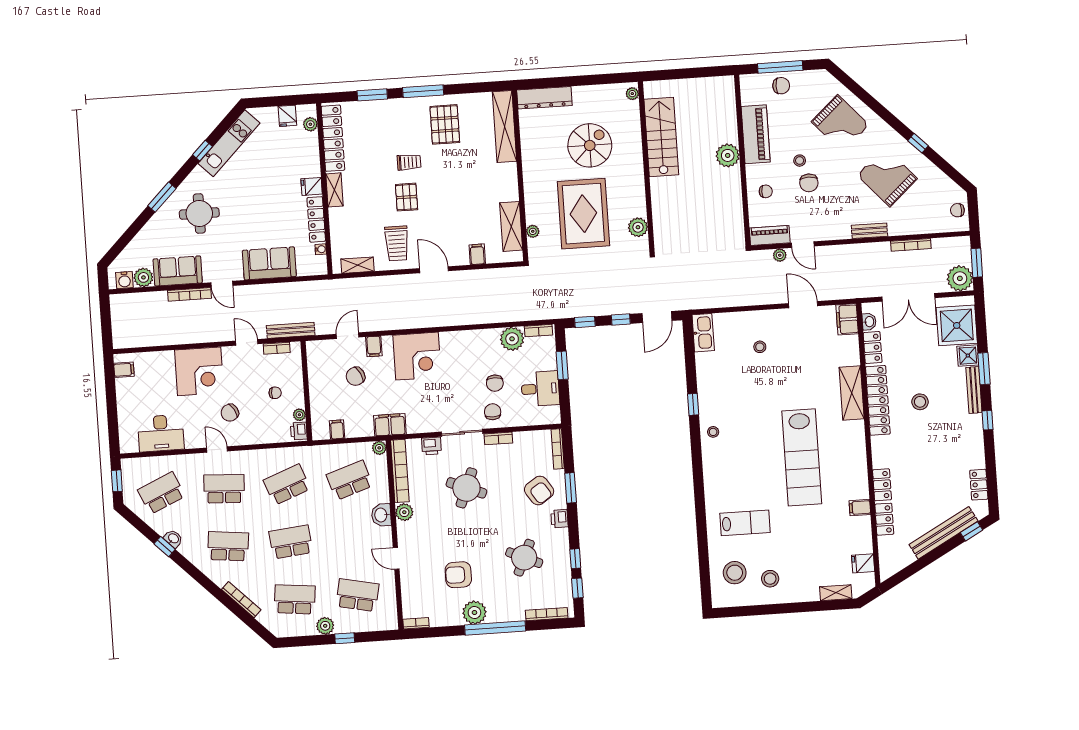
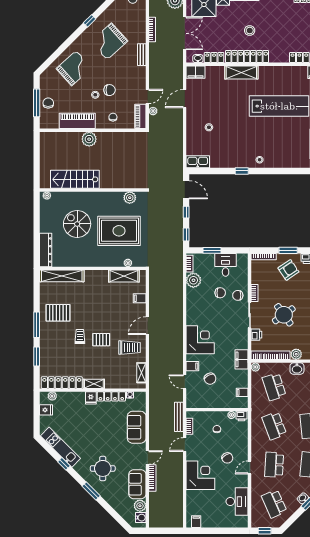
round table: (466, 488) -> (284, 315), turned 32

